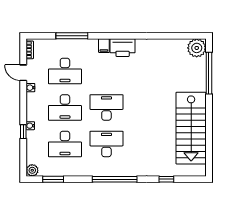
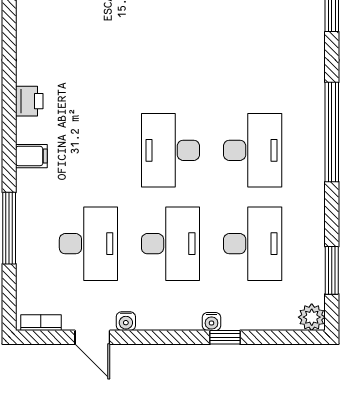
printer: (123, 48) -> (29, 101), width x0.53, depth x0.68
door: (23, 73) -> (92, 337), hinge flipped
desk: (106, 144) -> (253, 150), turned 180

